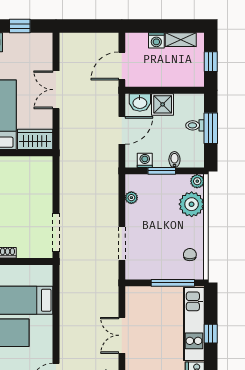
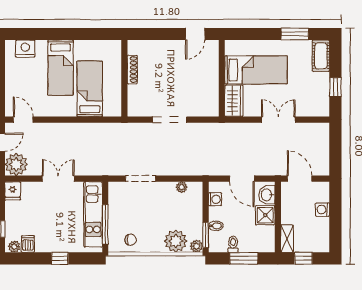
shelving: (181, 40) -> (287, 239), moved
toilet: (195, 125) -> (233, 244), moved
window: (162, 171) -> (206, 235), moved
doorway: (56, 232) -> (170, 120), moved
kitchen unit: (194, 324) -> (93, 214), moved, turned -90

